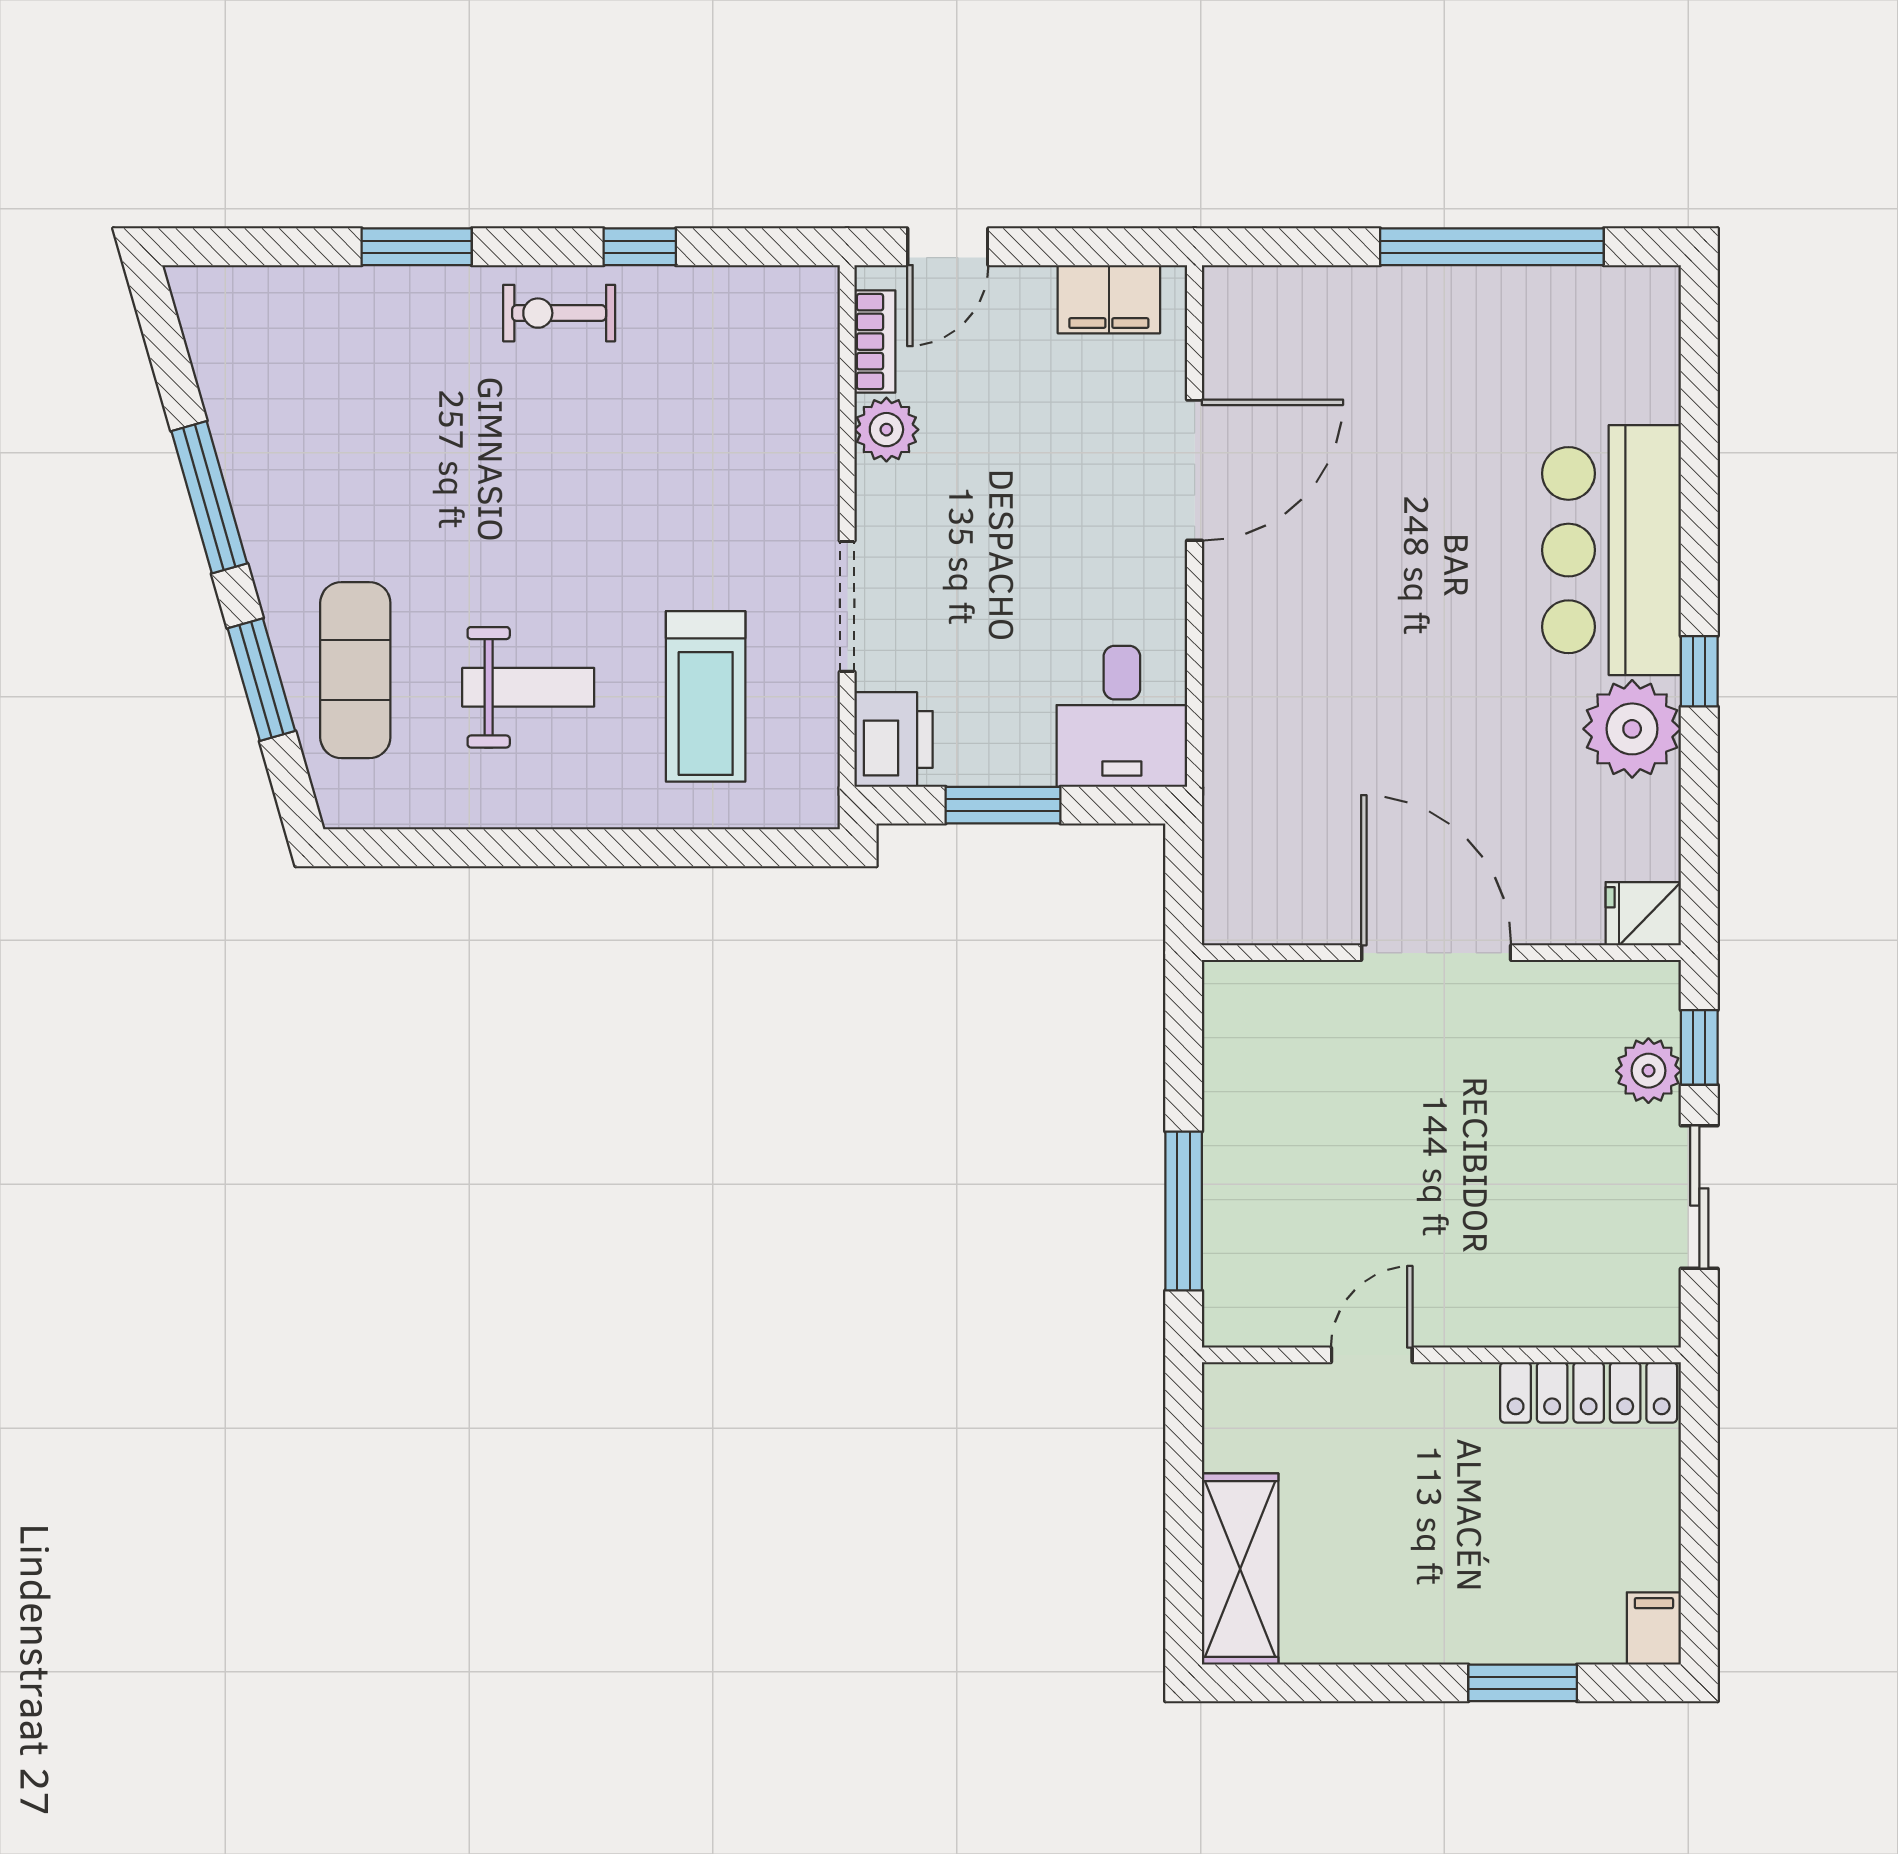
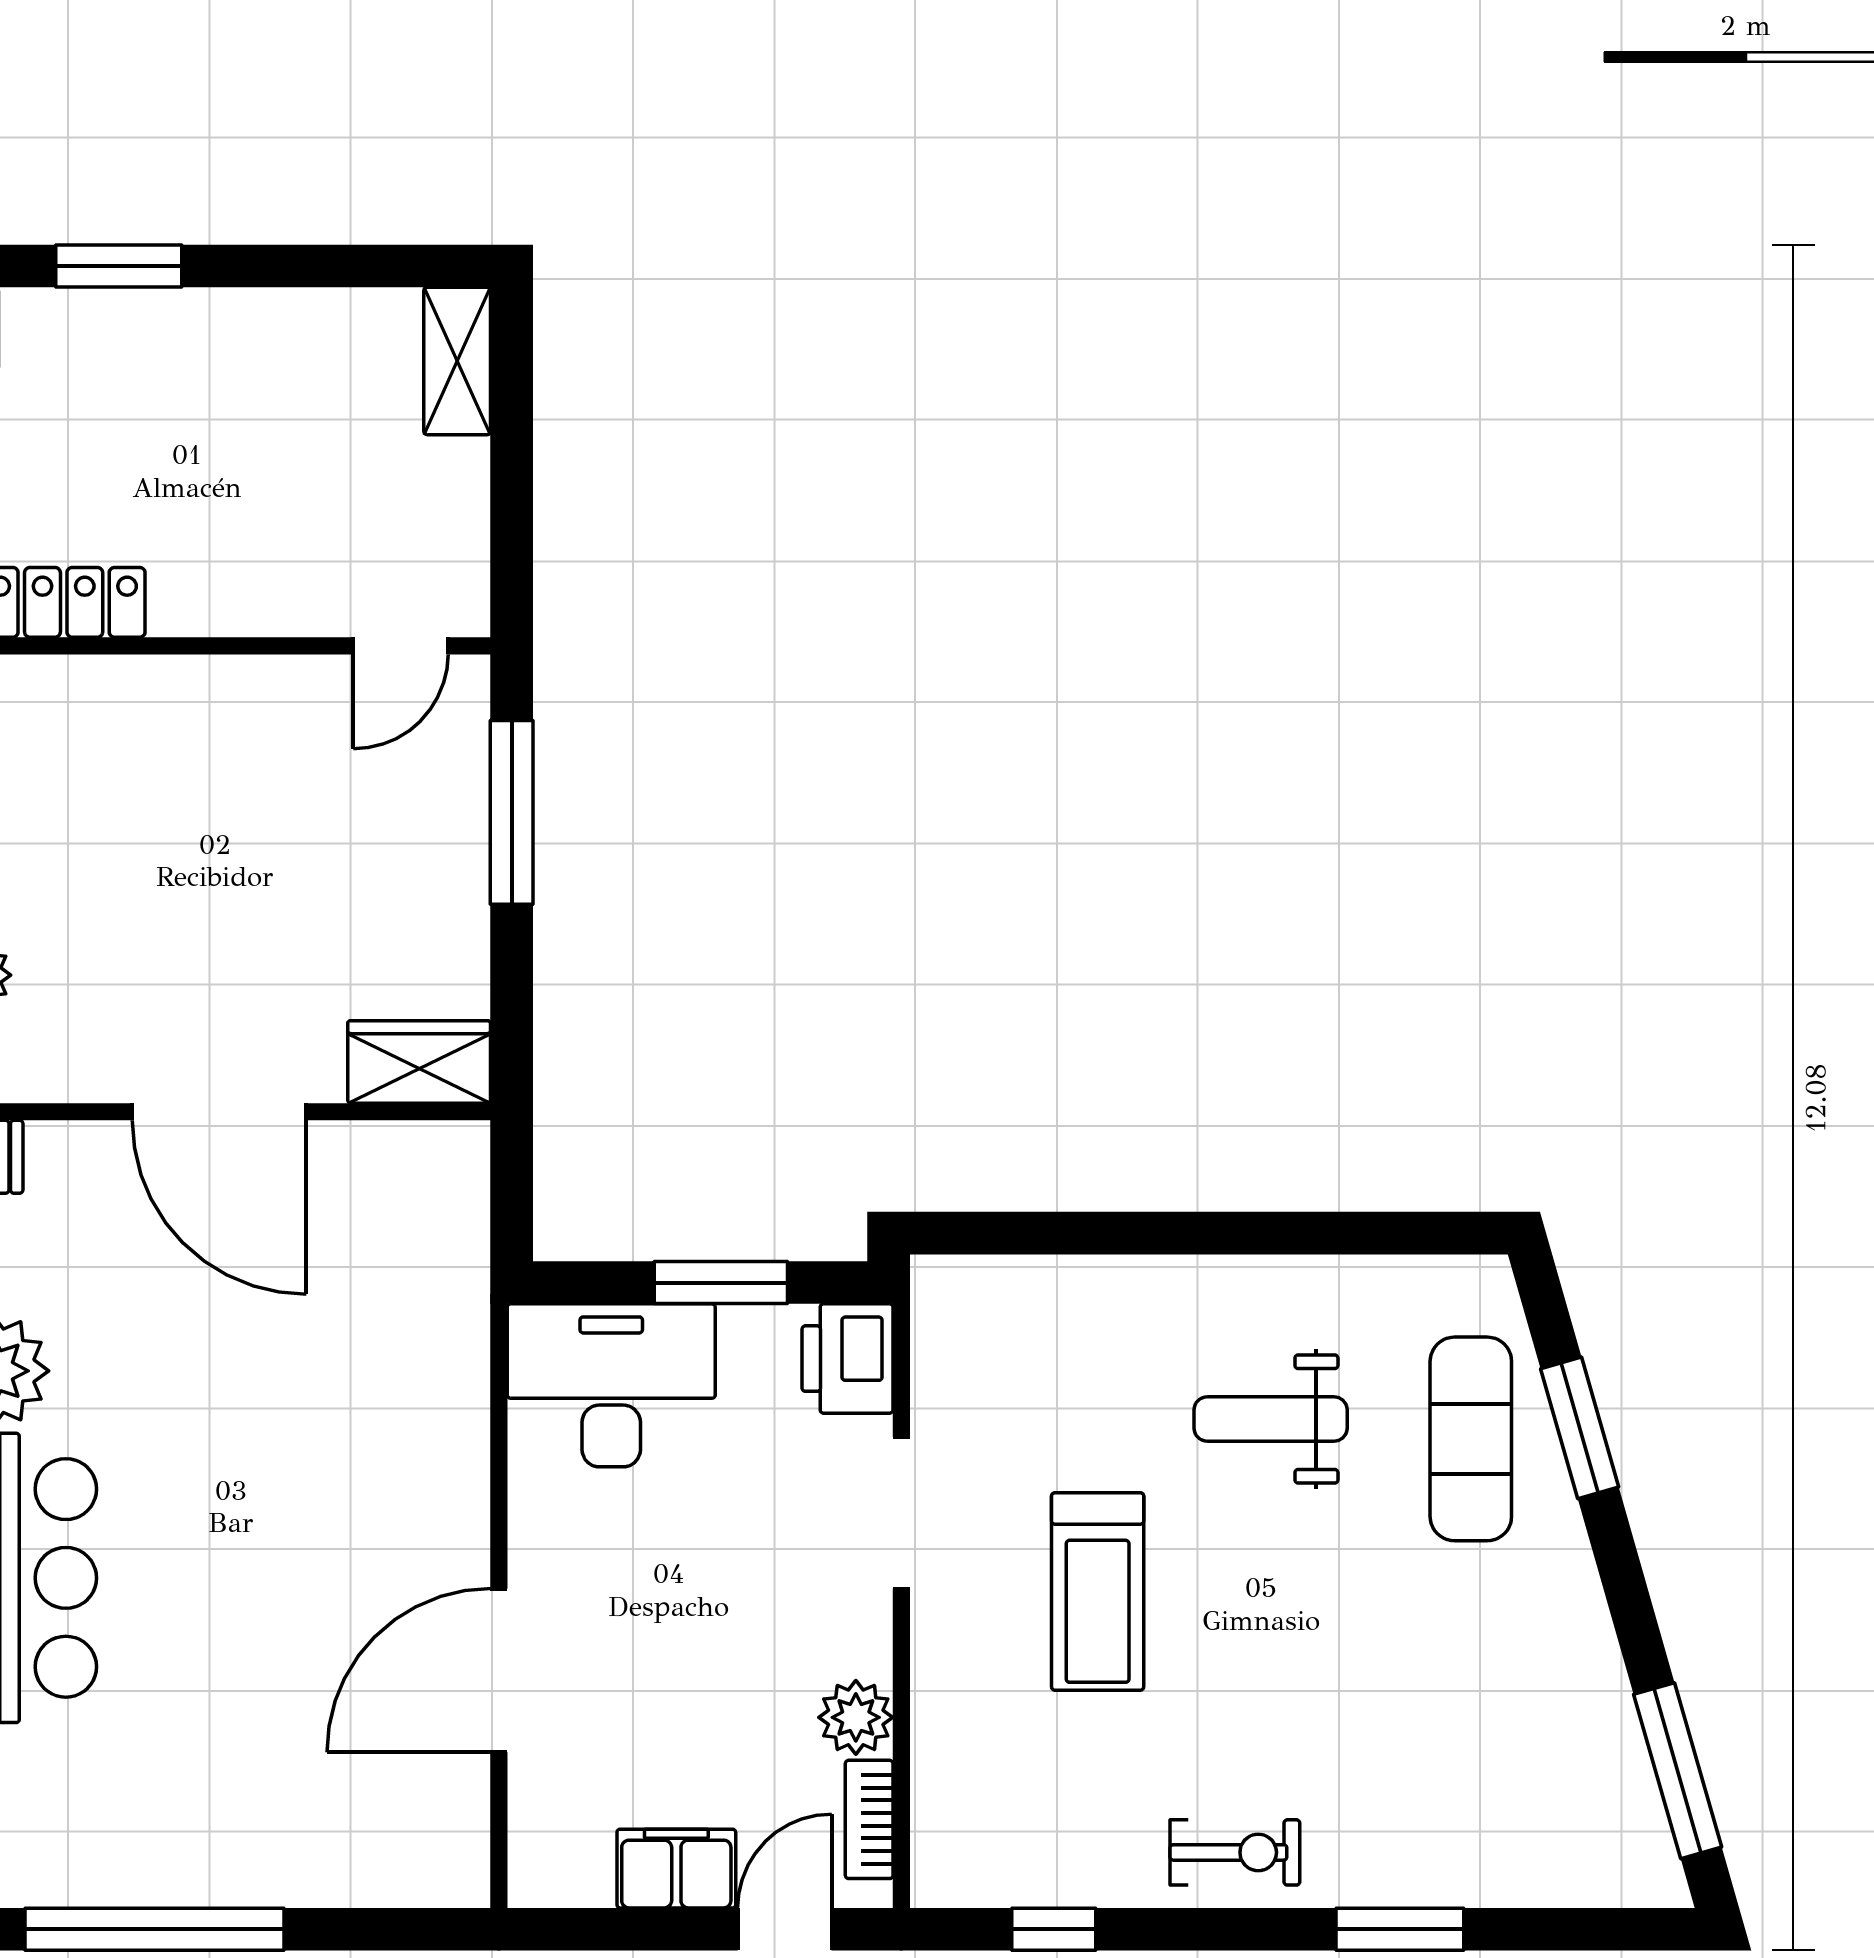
window: (640, 247) -> (1054, 1929), moved
filing cabinet: (1109, 299) -> (676, 1869), moved
window: (209, 497) -> (1678, 1771), moved
treadmill: (706, 696) -> (1098, 1592), moved, turned 180
desk: (1122, 716) -> (611, 1385), width x1.37
wardrobe: (1263, 996) -> (419, 1062), added
door: (1372, 1355) -> (401, 646), moved
shelving: (1240, 1569) -> (457, 361), width x0.67, depth x0.75

